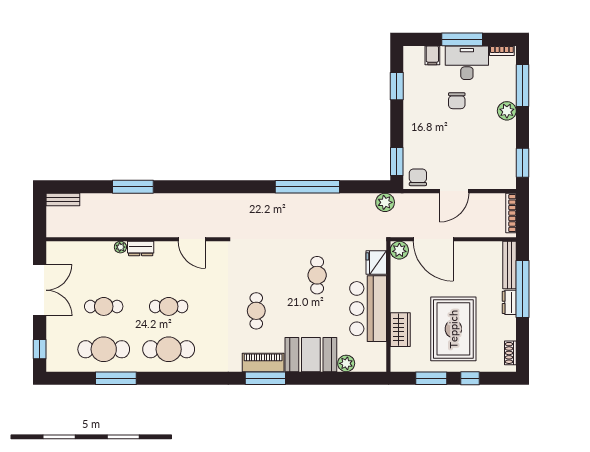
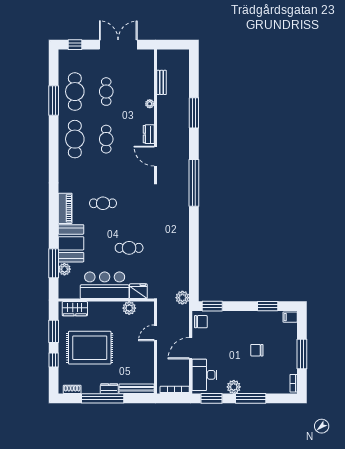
filing cabinet: (432, 55) -> (290, 317), moved
desk: (467, 63) -> (204, 375), moved, turned 180
window: (523, 86) -> (251, 398), moved
plant: (507, 111) -> (234, 387), moved
window: (307, 187) -> (194, 183), moved
door: (454, 191) -> (191, 348), hinge flipped
bench: (63, 199) -> (162, 82), moved
door: (192, 239) -> (155, 156), hinge flipped
door: (433, 239) -> (155, 333), width x0.53
dresser: (141, 248) -> (149, 134), moved
plant: (399, 250) -> (129, 308), moved
window: (523, 289) -> (103, 398), moved
double door: (40, 290) -> (118, 45), swing flipped
wardrobe: (400, 330) -> (75, 309), moved
window: (265, 378) -> (54, 263), moved

